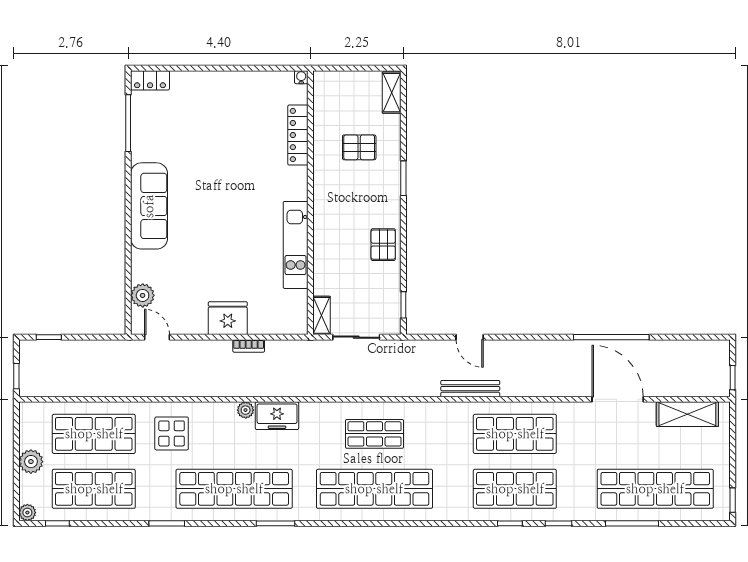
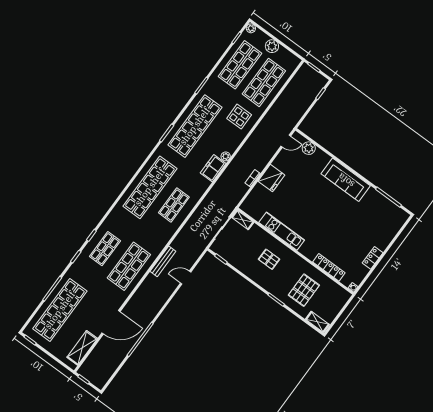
locker: (150, 80) -> (373, 258), moved
pallet: (359, 147) -> (304, 290), width x1.50, depth x1.42
pallet: (383, 245) -> (269, 259), moved
shop shelf: (515, 489) -> (105, 249), width x0.70, depth x0.74

